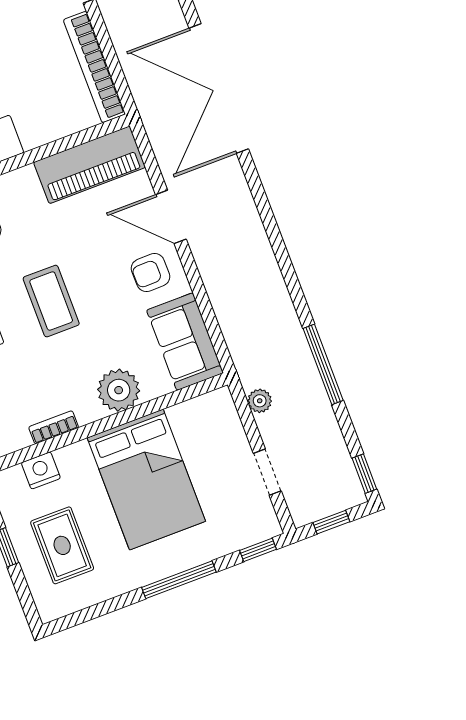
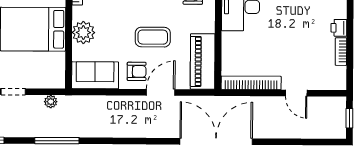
armchair: (151, 272) -> (137, 71), turned 91
coffee table: (51, 301) -> (153, 37), moved

